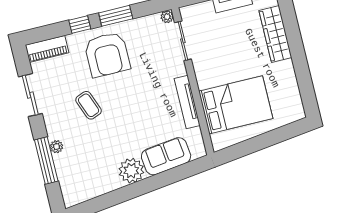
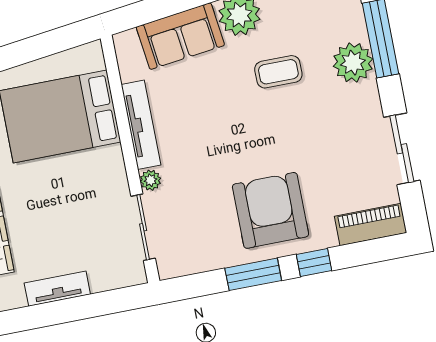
plant: (167, 17) -> (150, 180), moved
coffee table: (89, 105) -> (278, 72), moved, turned -69
plant: (57, 147) -> (353, 63), width x1.87, depth x1.87

